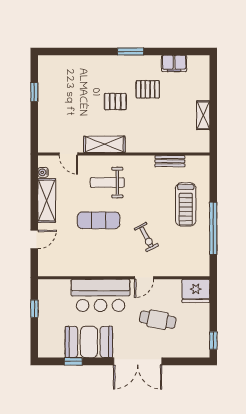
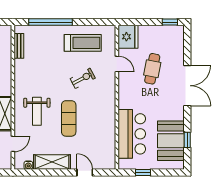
bench: (170, 161) -> (19, 46), moved
treadmill: (186, 204) -> (83, 43), moved
window: (213, 228) -> (51, 22), moved
door: (144, 278) -> (117, 64), moved
bar counter: (101, 295) -> (132, 134), moved
booth: (89, 342) -> (171, 141), moved

